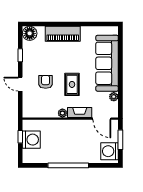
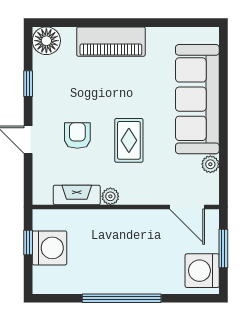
fireplace: (80, 112) -> (77, 195), moved

